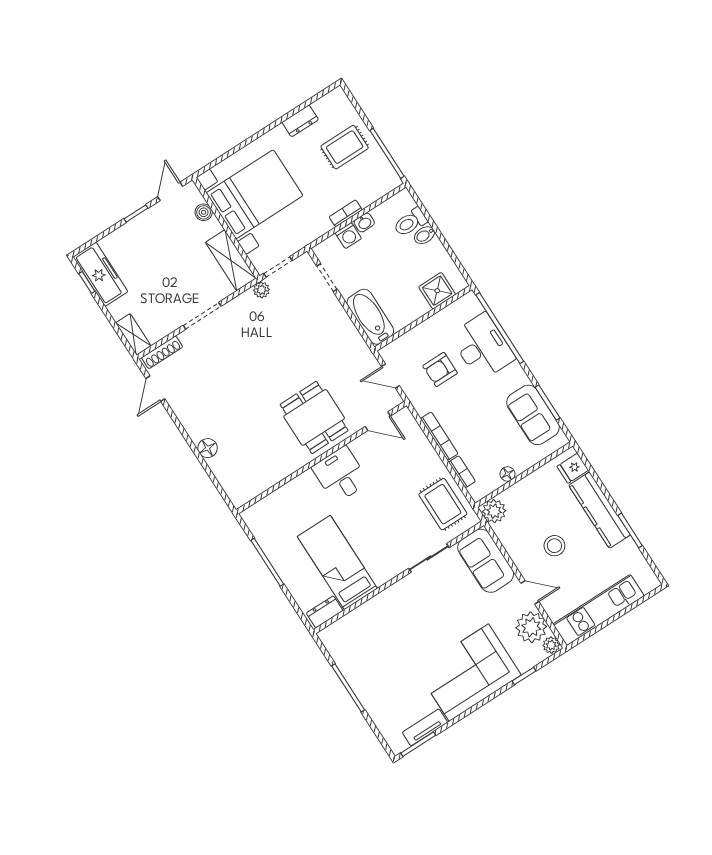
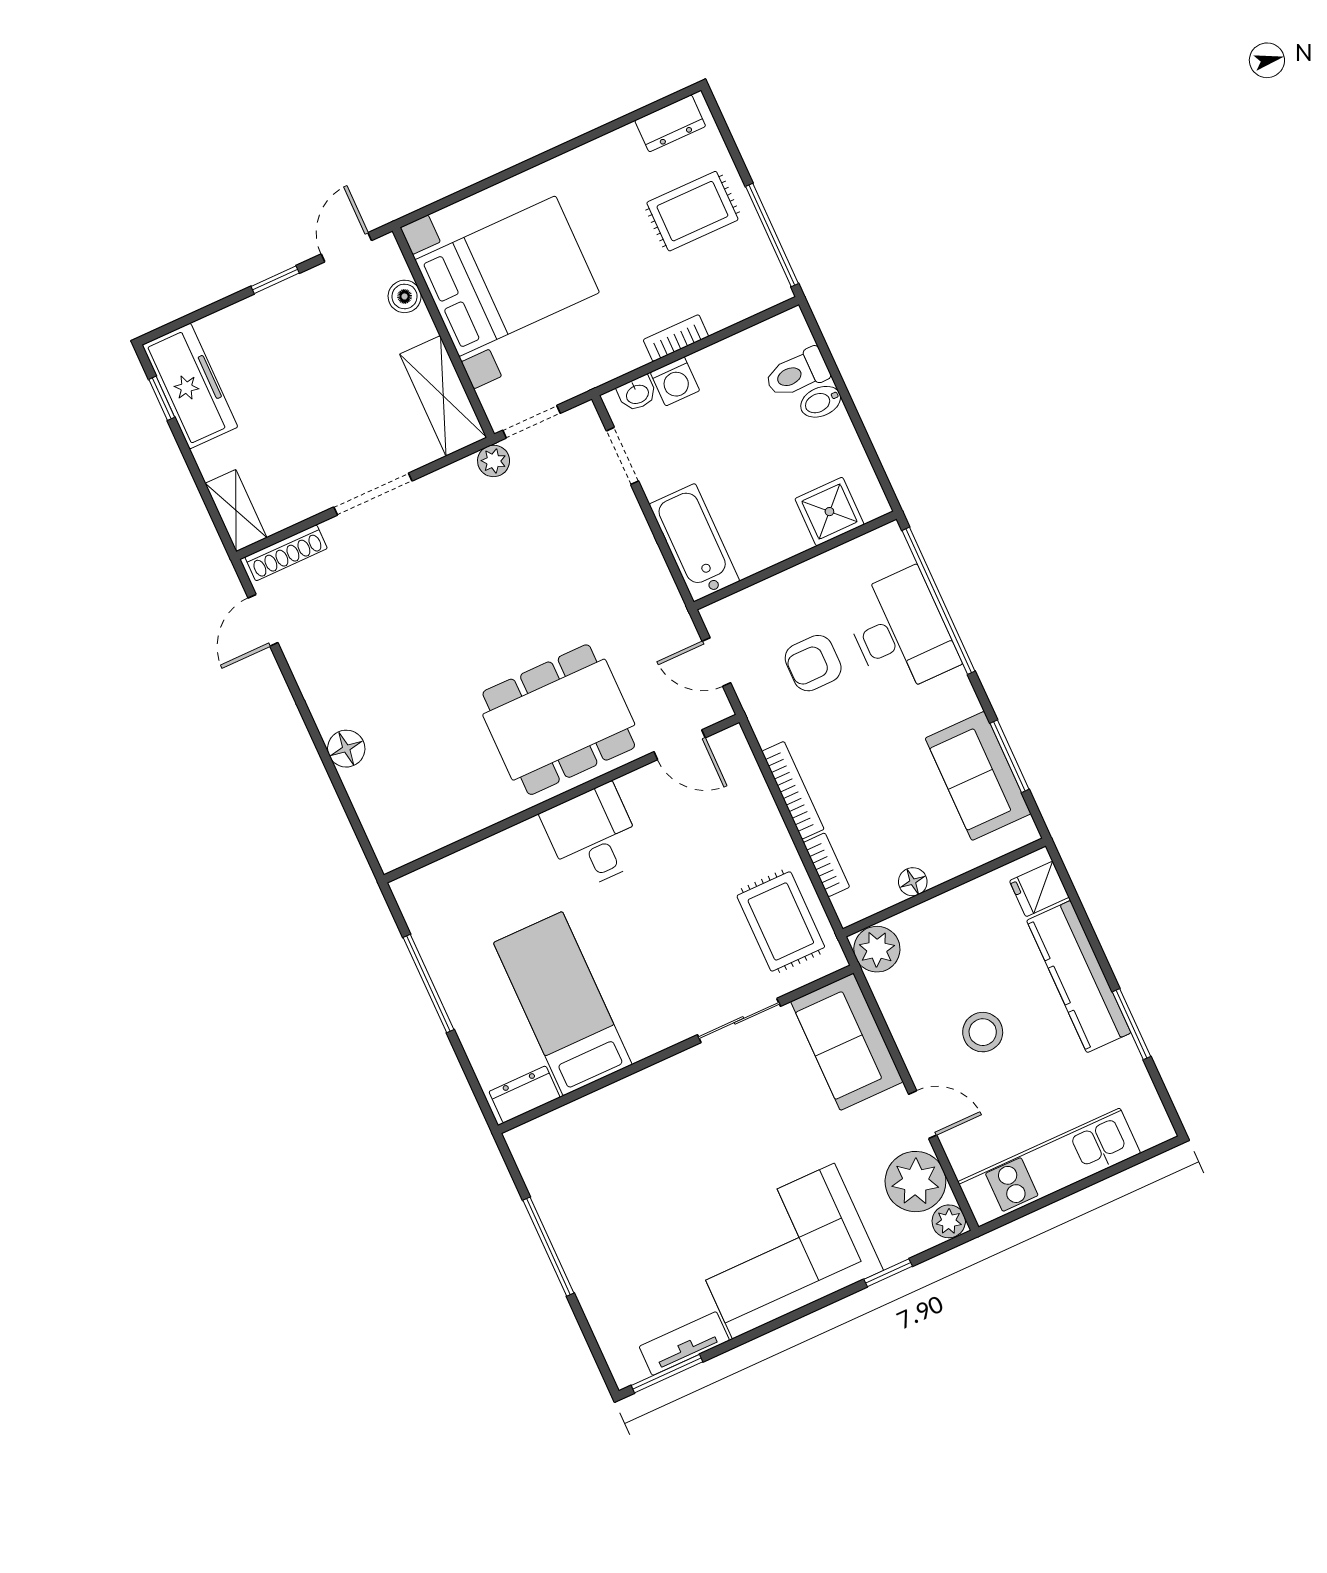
dresser: (300, 121) -> (670, 123), moved
washbasin: (364, 223) -> (637, 394), moved
dining table: (314, 417) -> (559, 720), width x1.37

